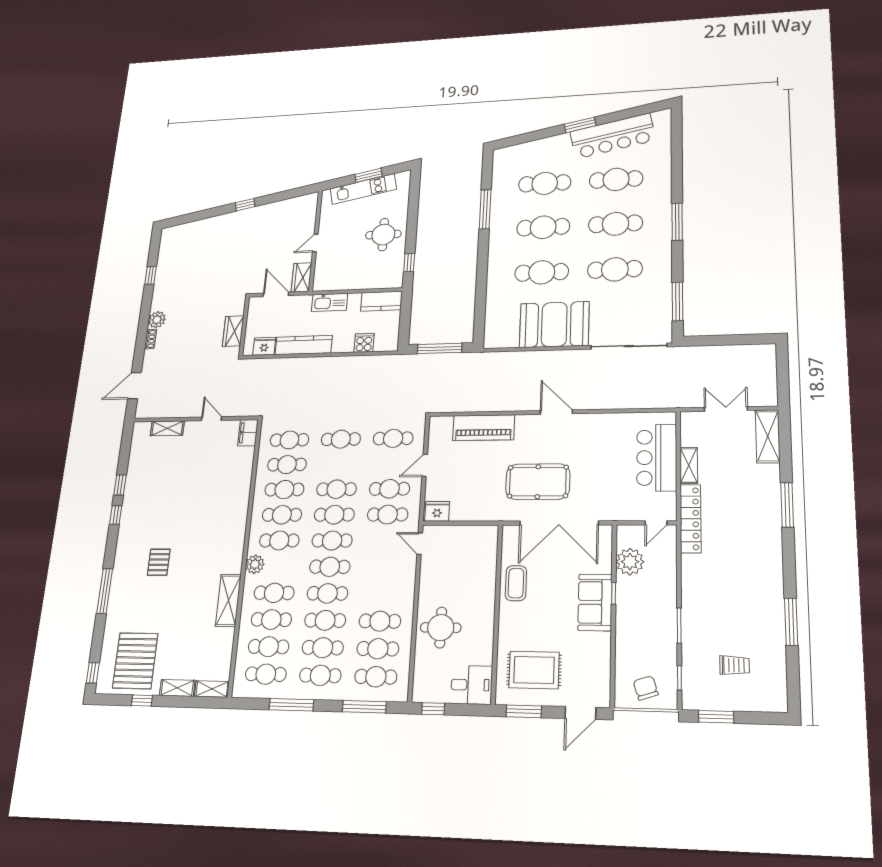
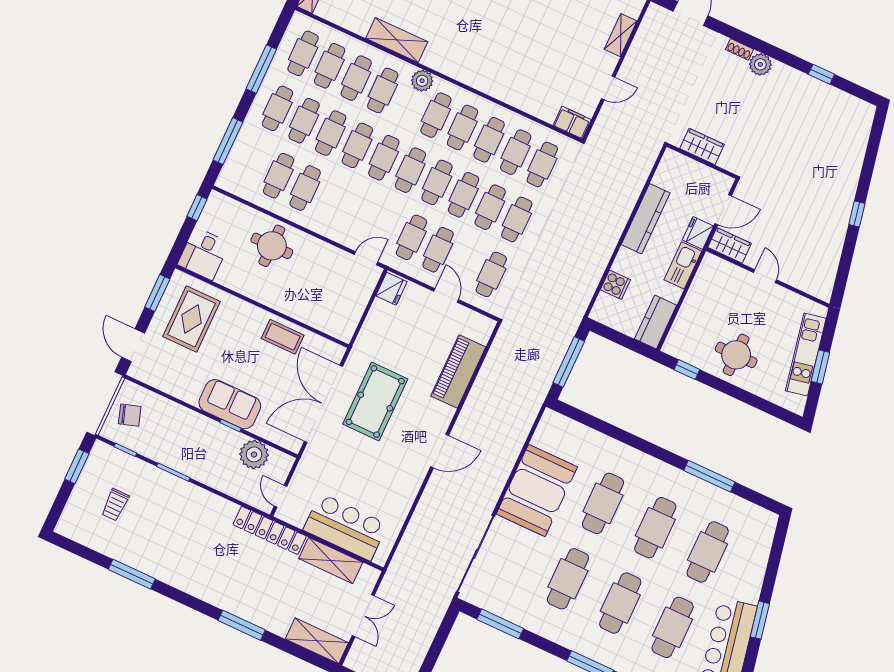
fridge: (264, 346) -> (698, 233), moved, turned 180
shelving: (689, 465) -> (331, 560), width x1.50, depth x1.33
cafe table: (376, 677) -> (490, 207), moved

